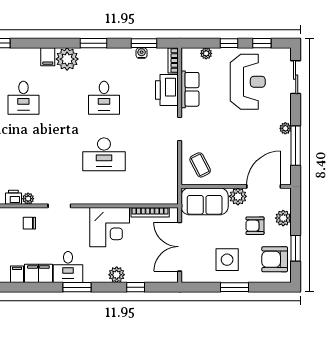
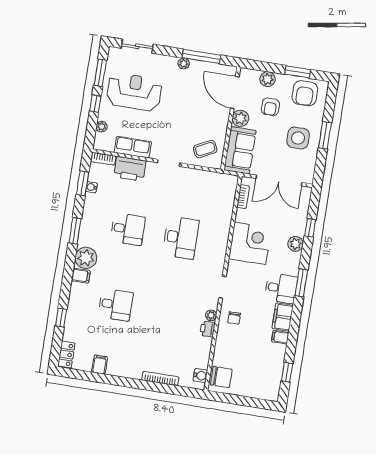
window: (262, 43) -> (100, 73), width x1.50
bookcase: (150, 212) -> (243, 197), width x0.64

